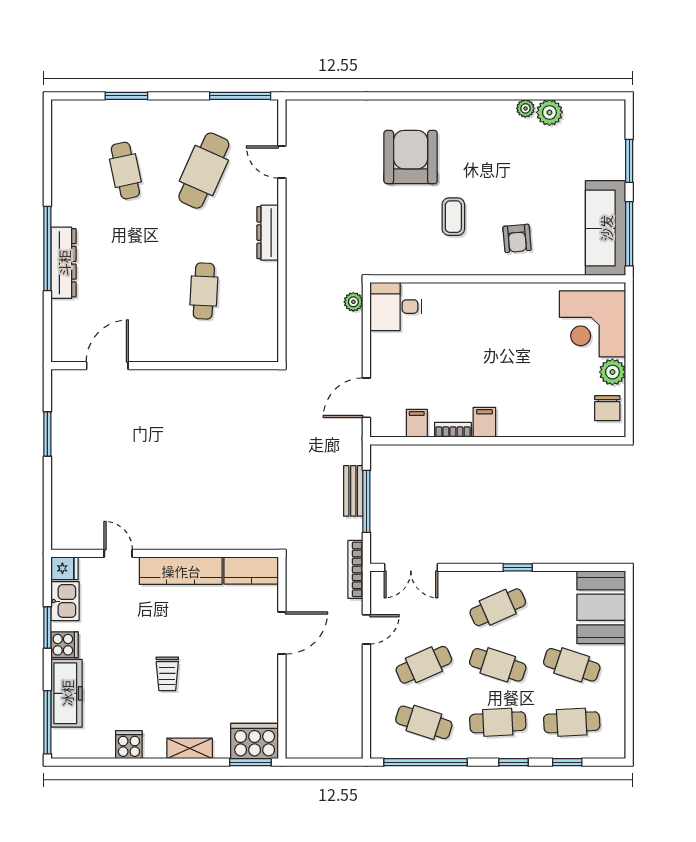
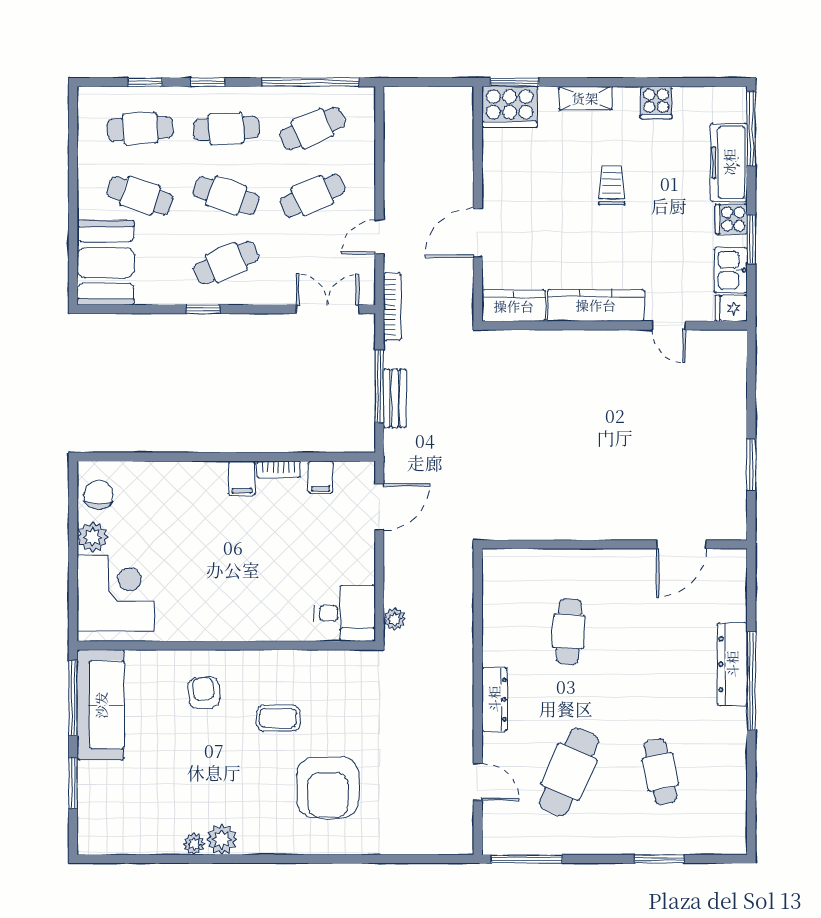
plant: (549, 112) -> (222, 839), moved
coffee table: (453, 217) -> (278, 718), turned 90
cafe table: (424, 722) -> (312, 129), turned -42

